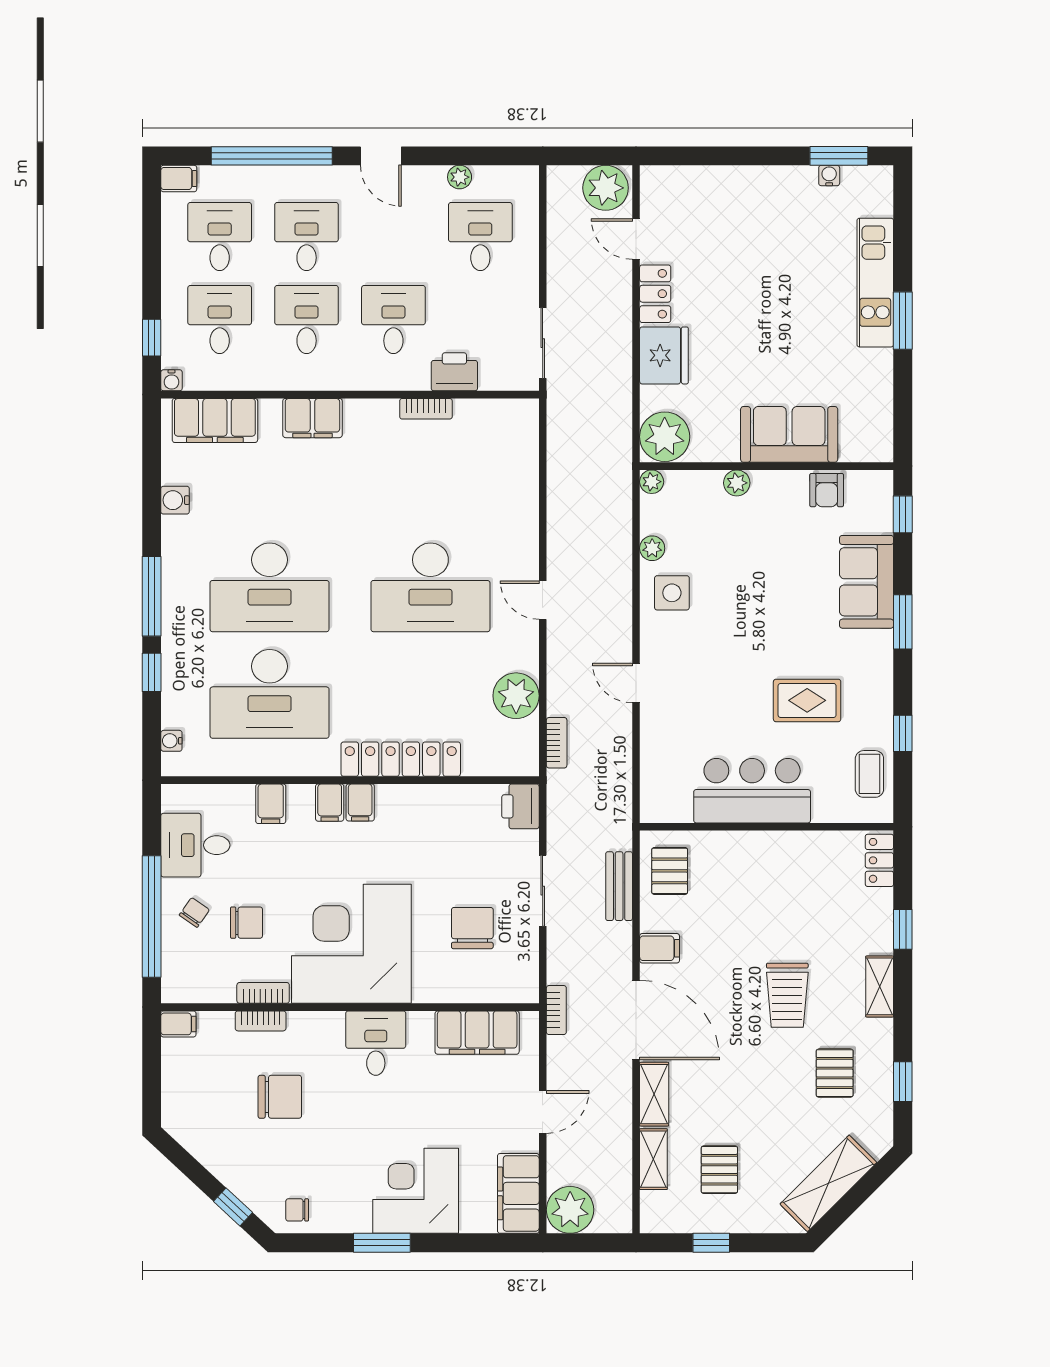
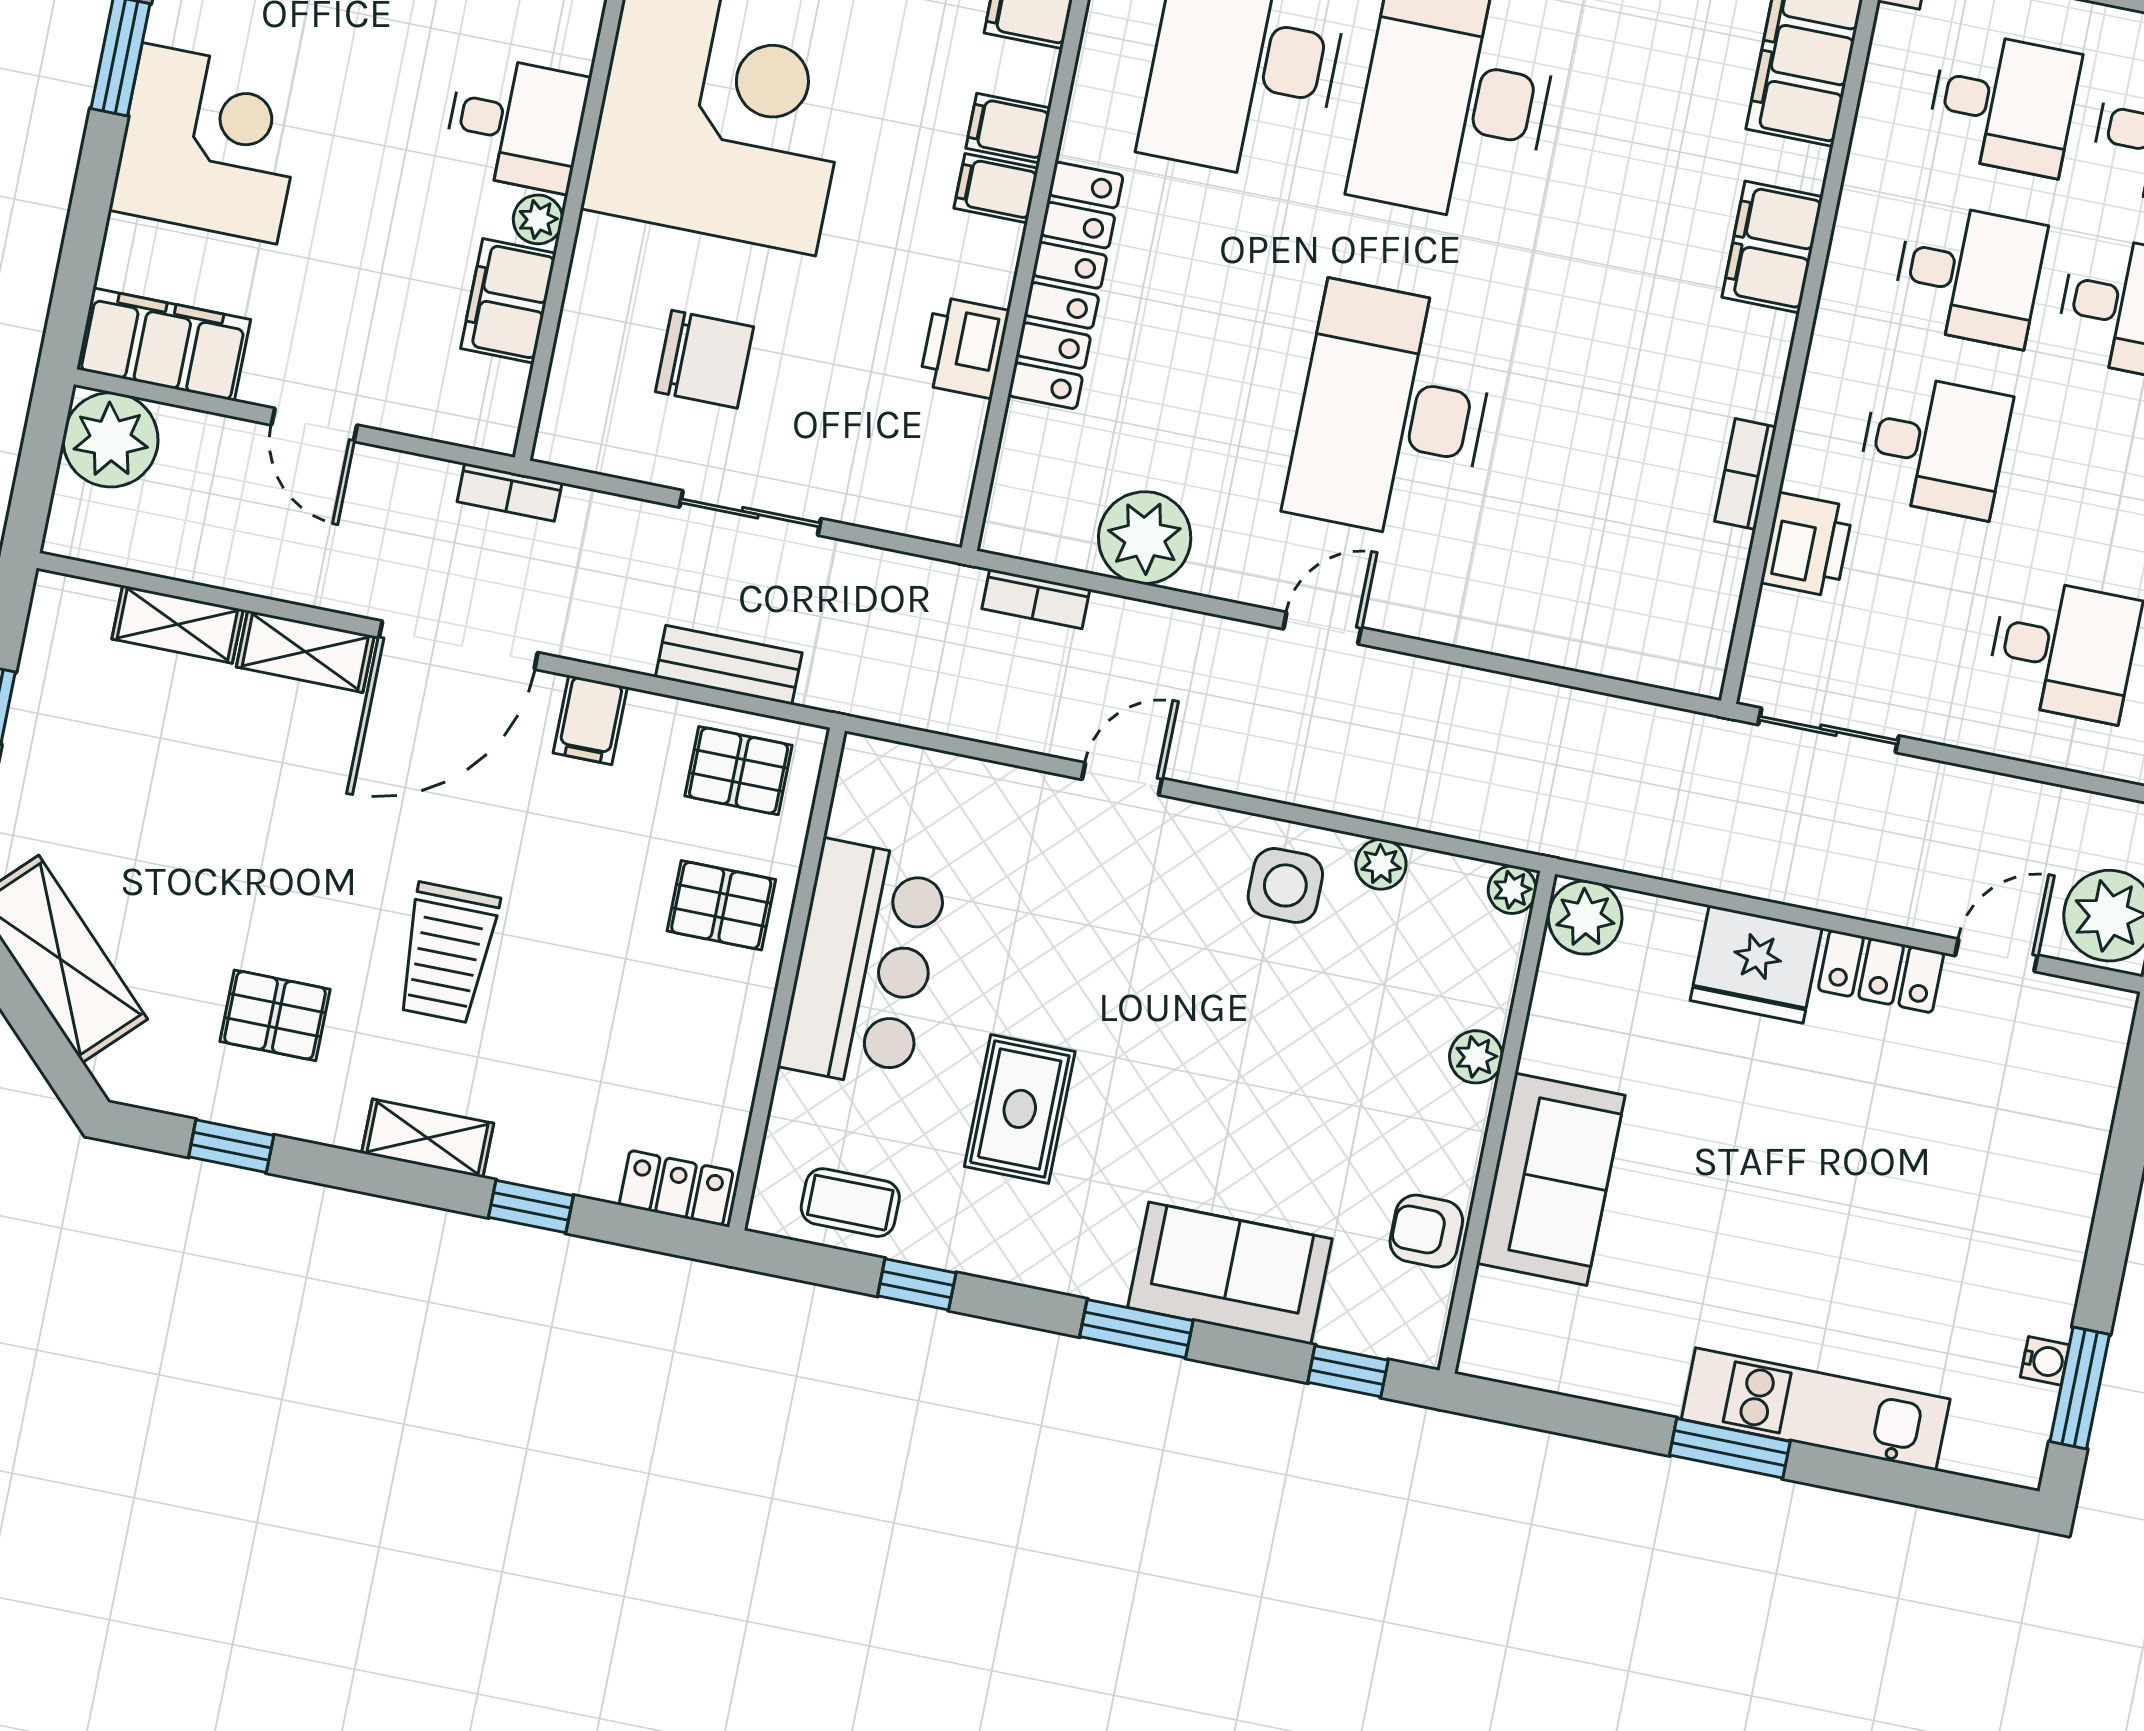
plant: (665, 437) -> (1585, 917), width x0.73, depth x0.73
printer: (520, 806) -> (964, 347), moved, turned -90
trolley: (787, 995) -> (447, 953), turned -90
plant: (420, 1023) -> (538, 219), added
filing cabinet: (477, 1033) -> (508, 301), width x0.67, depth x0.86
pallet: (719, 1170) -> (721, 905), moved

